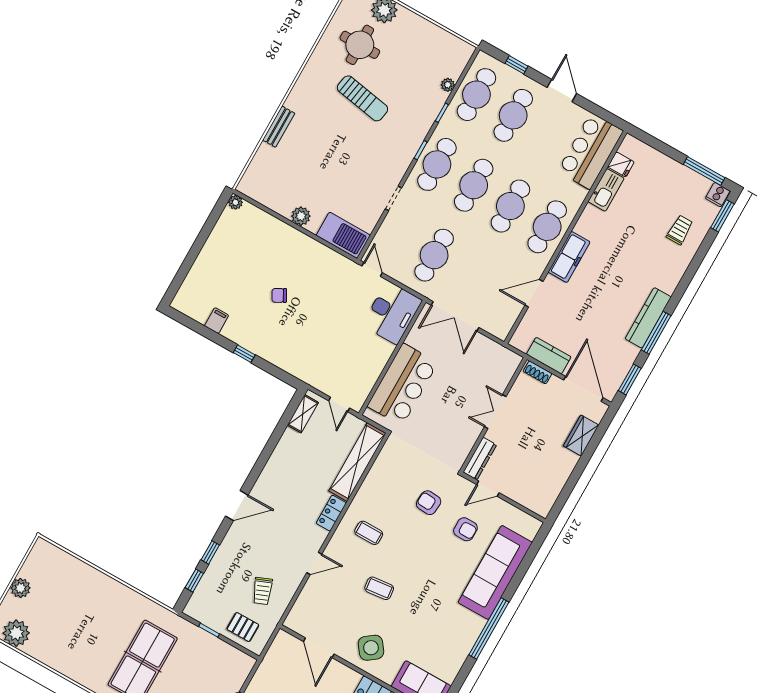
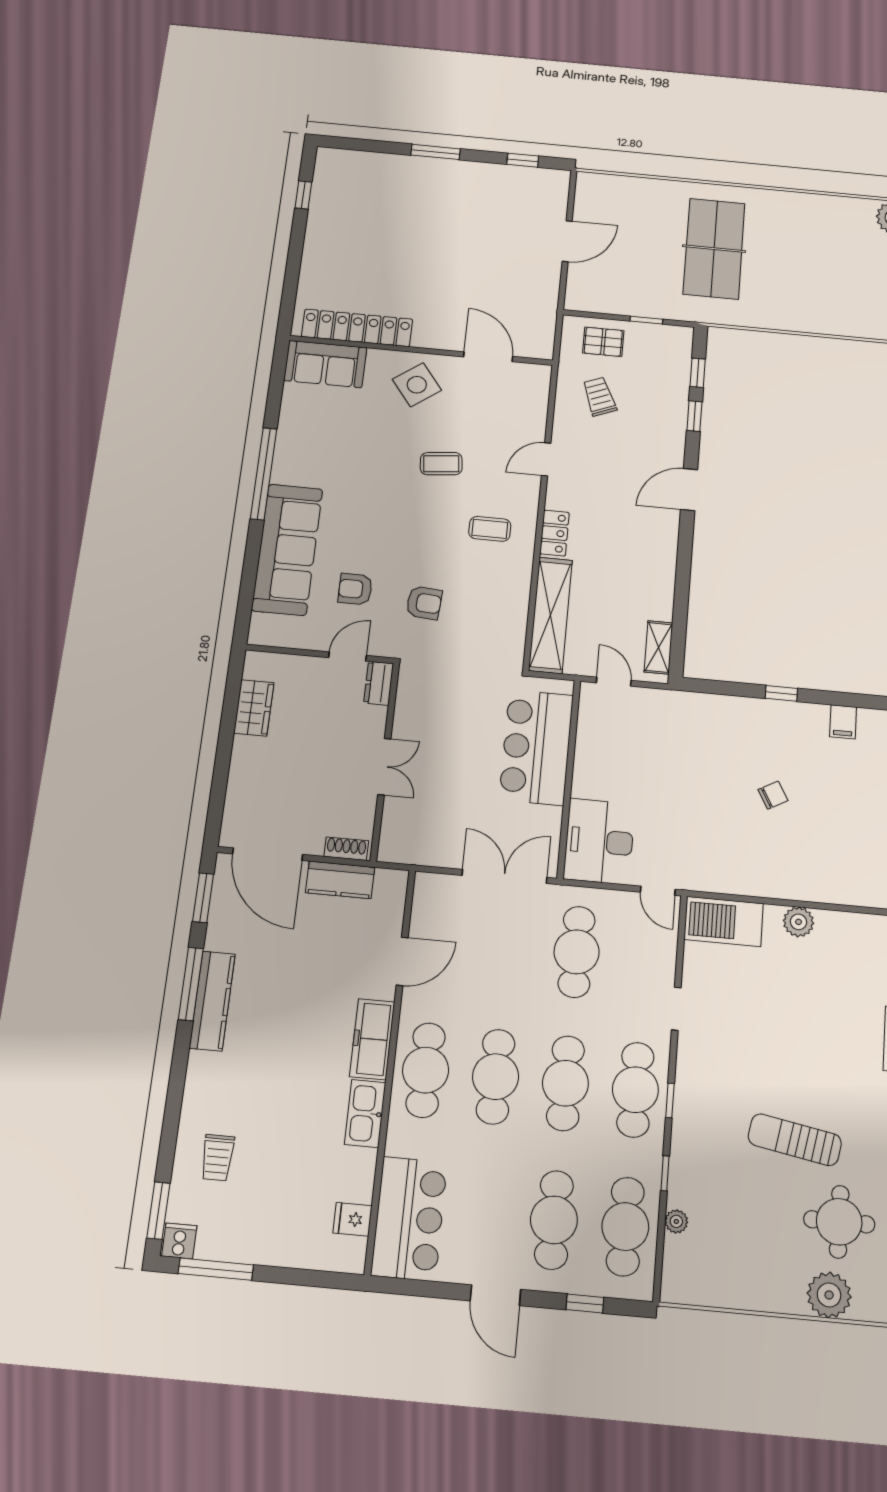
kitchen sink: (606, 190) -> (365, 1113), moved
wardrobe: (581, 435) -> (254, 708), moved
dresser: (480, 459) -> (379, 683), width x0.70

